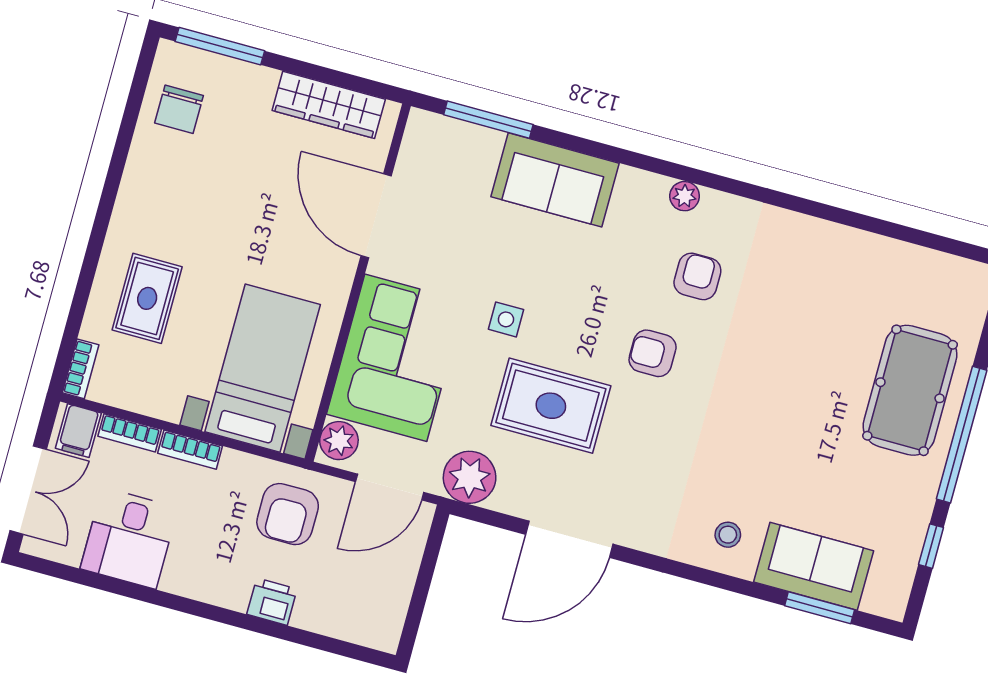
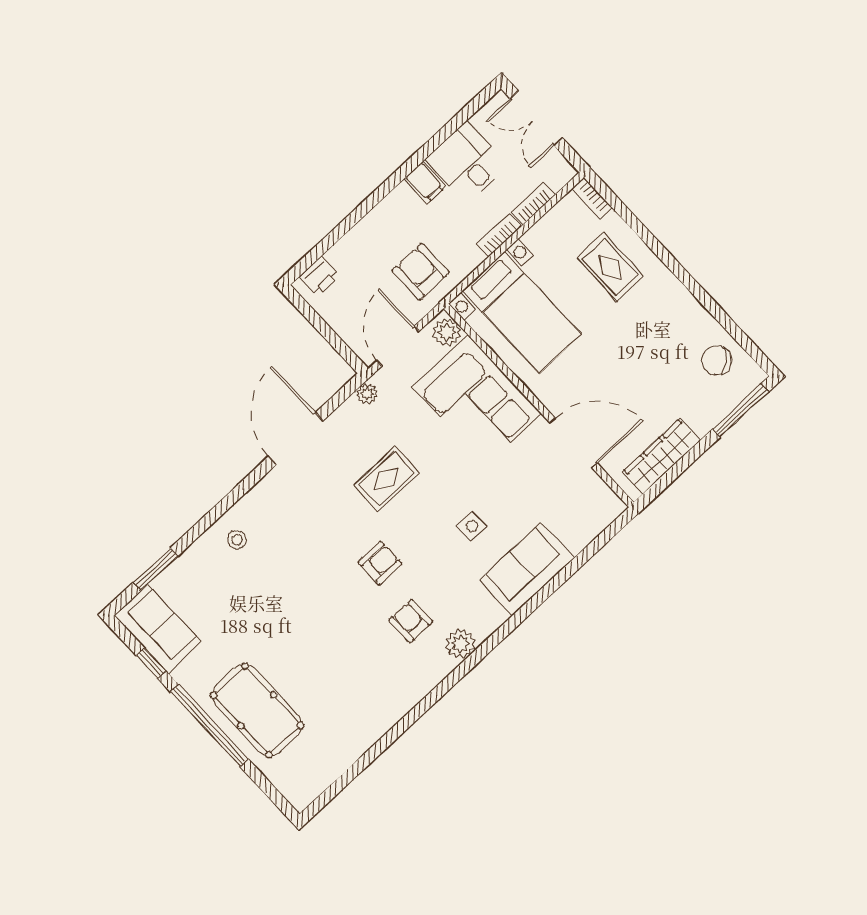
chair: (179, 109) -> (717, 360), turned -42
window: (488, 120) -> (590, 551), removed
plant: (685, 196) -> (461, 644), width x1.38, depth x1.38
armchair: (697, 276) -> (411, 621), turned 180
side table: (506, 319) -> (472, 526), moved
rug: (551, 406) -> (387, 479), width x0.73, depth x0.70
filing cabinet: (78, 431) -> (425, 182), moved, turned 180
plant: (470, 477) -> (367, 394), width x0.53, depth x0.53
sofa: (814, 566) -> (158, 629), moved, turned -90
printer: (272, 602) -> (320, 276), moved

